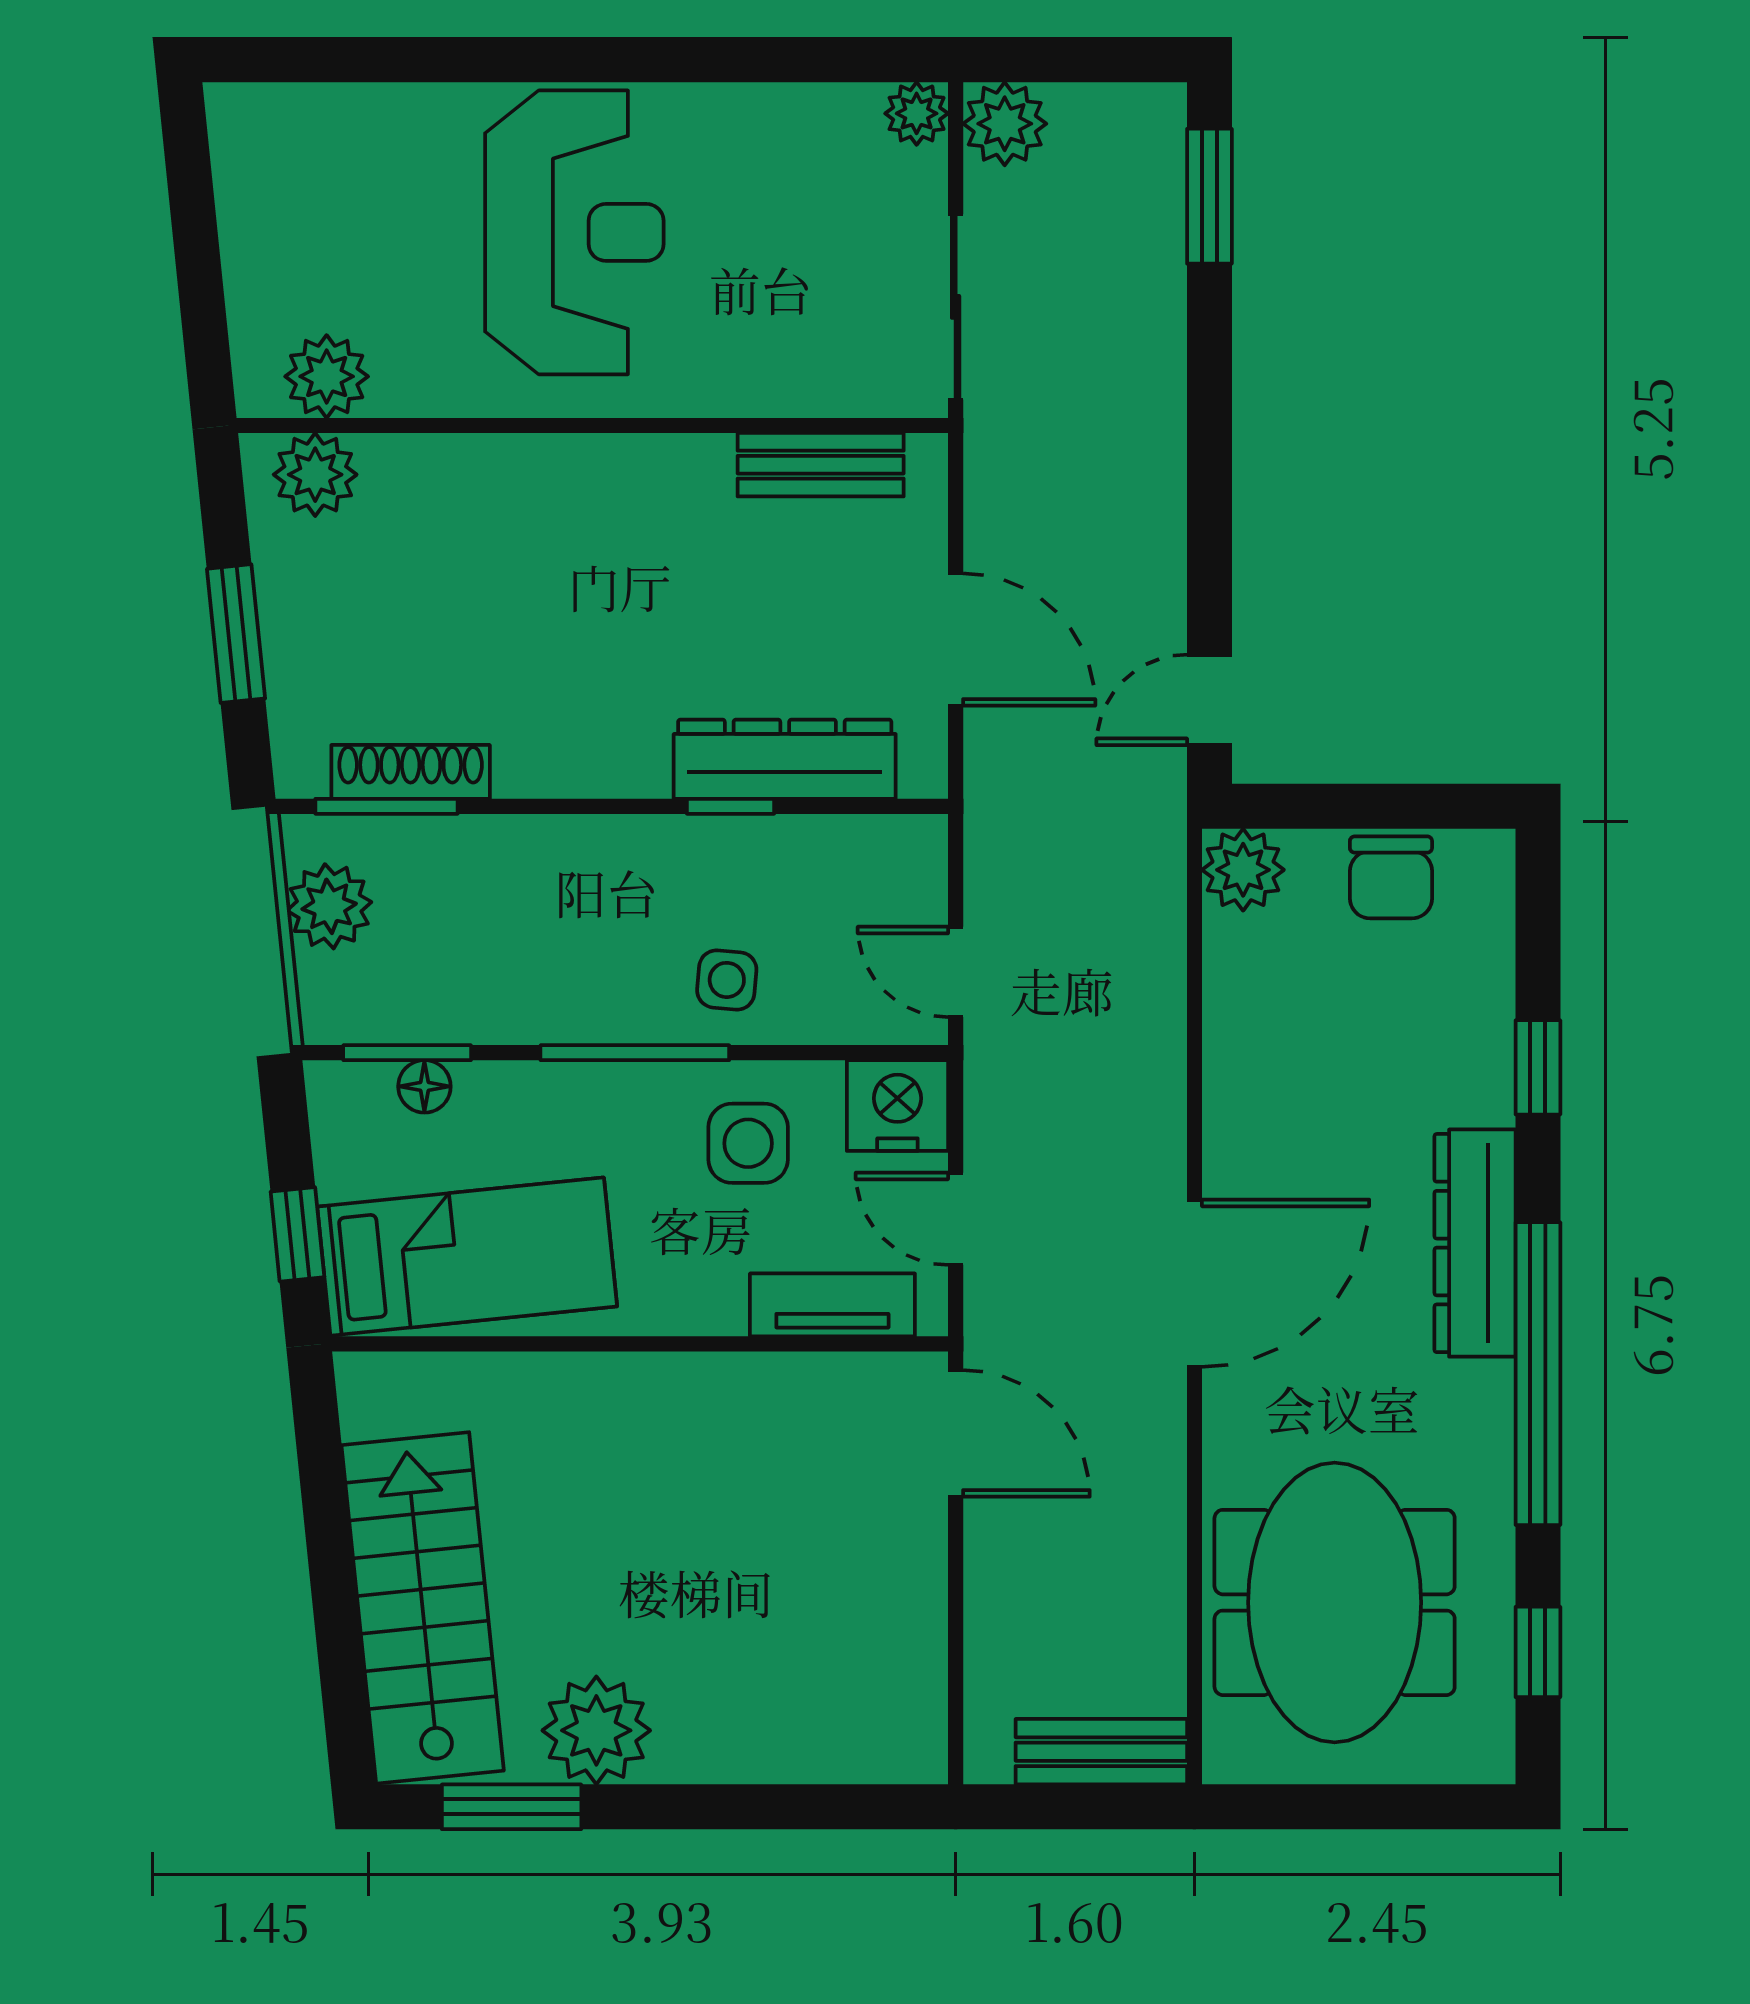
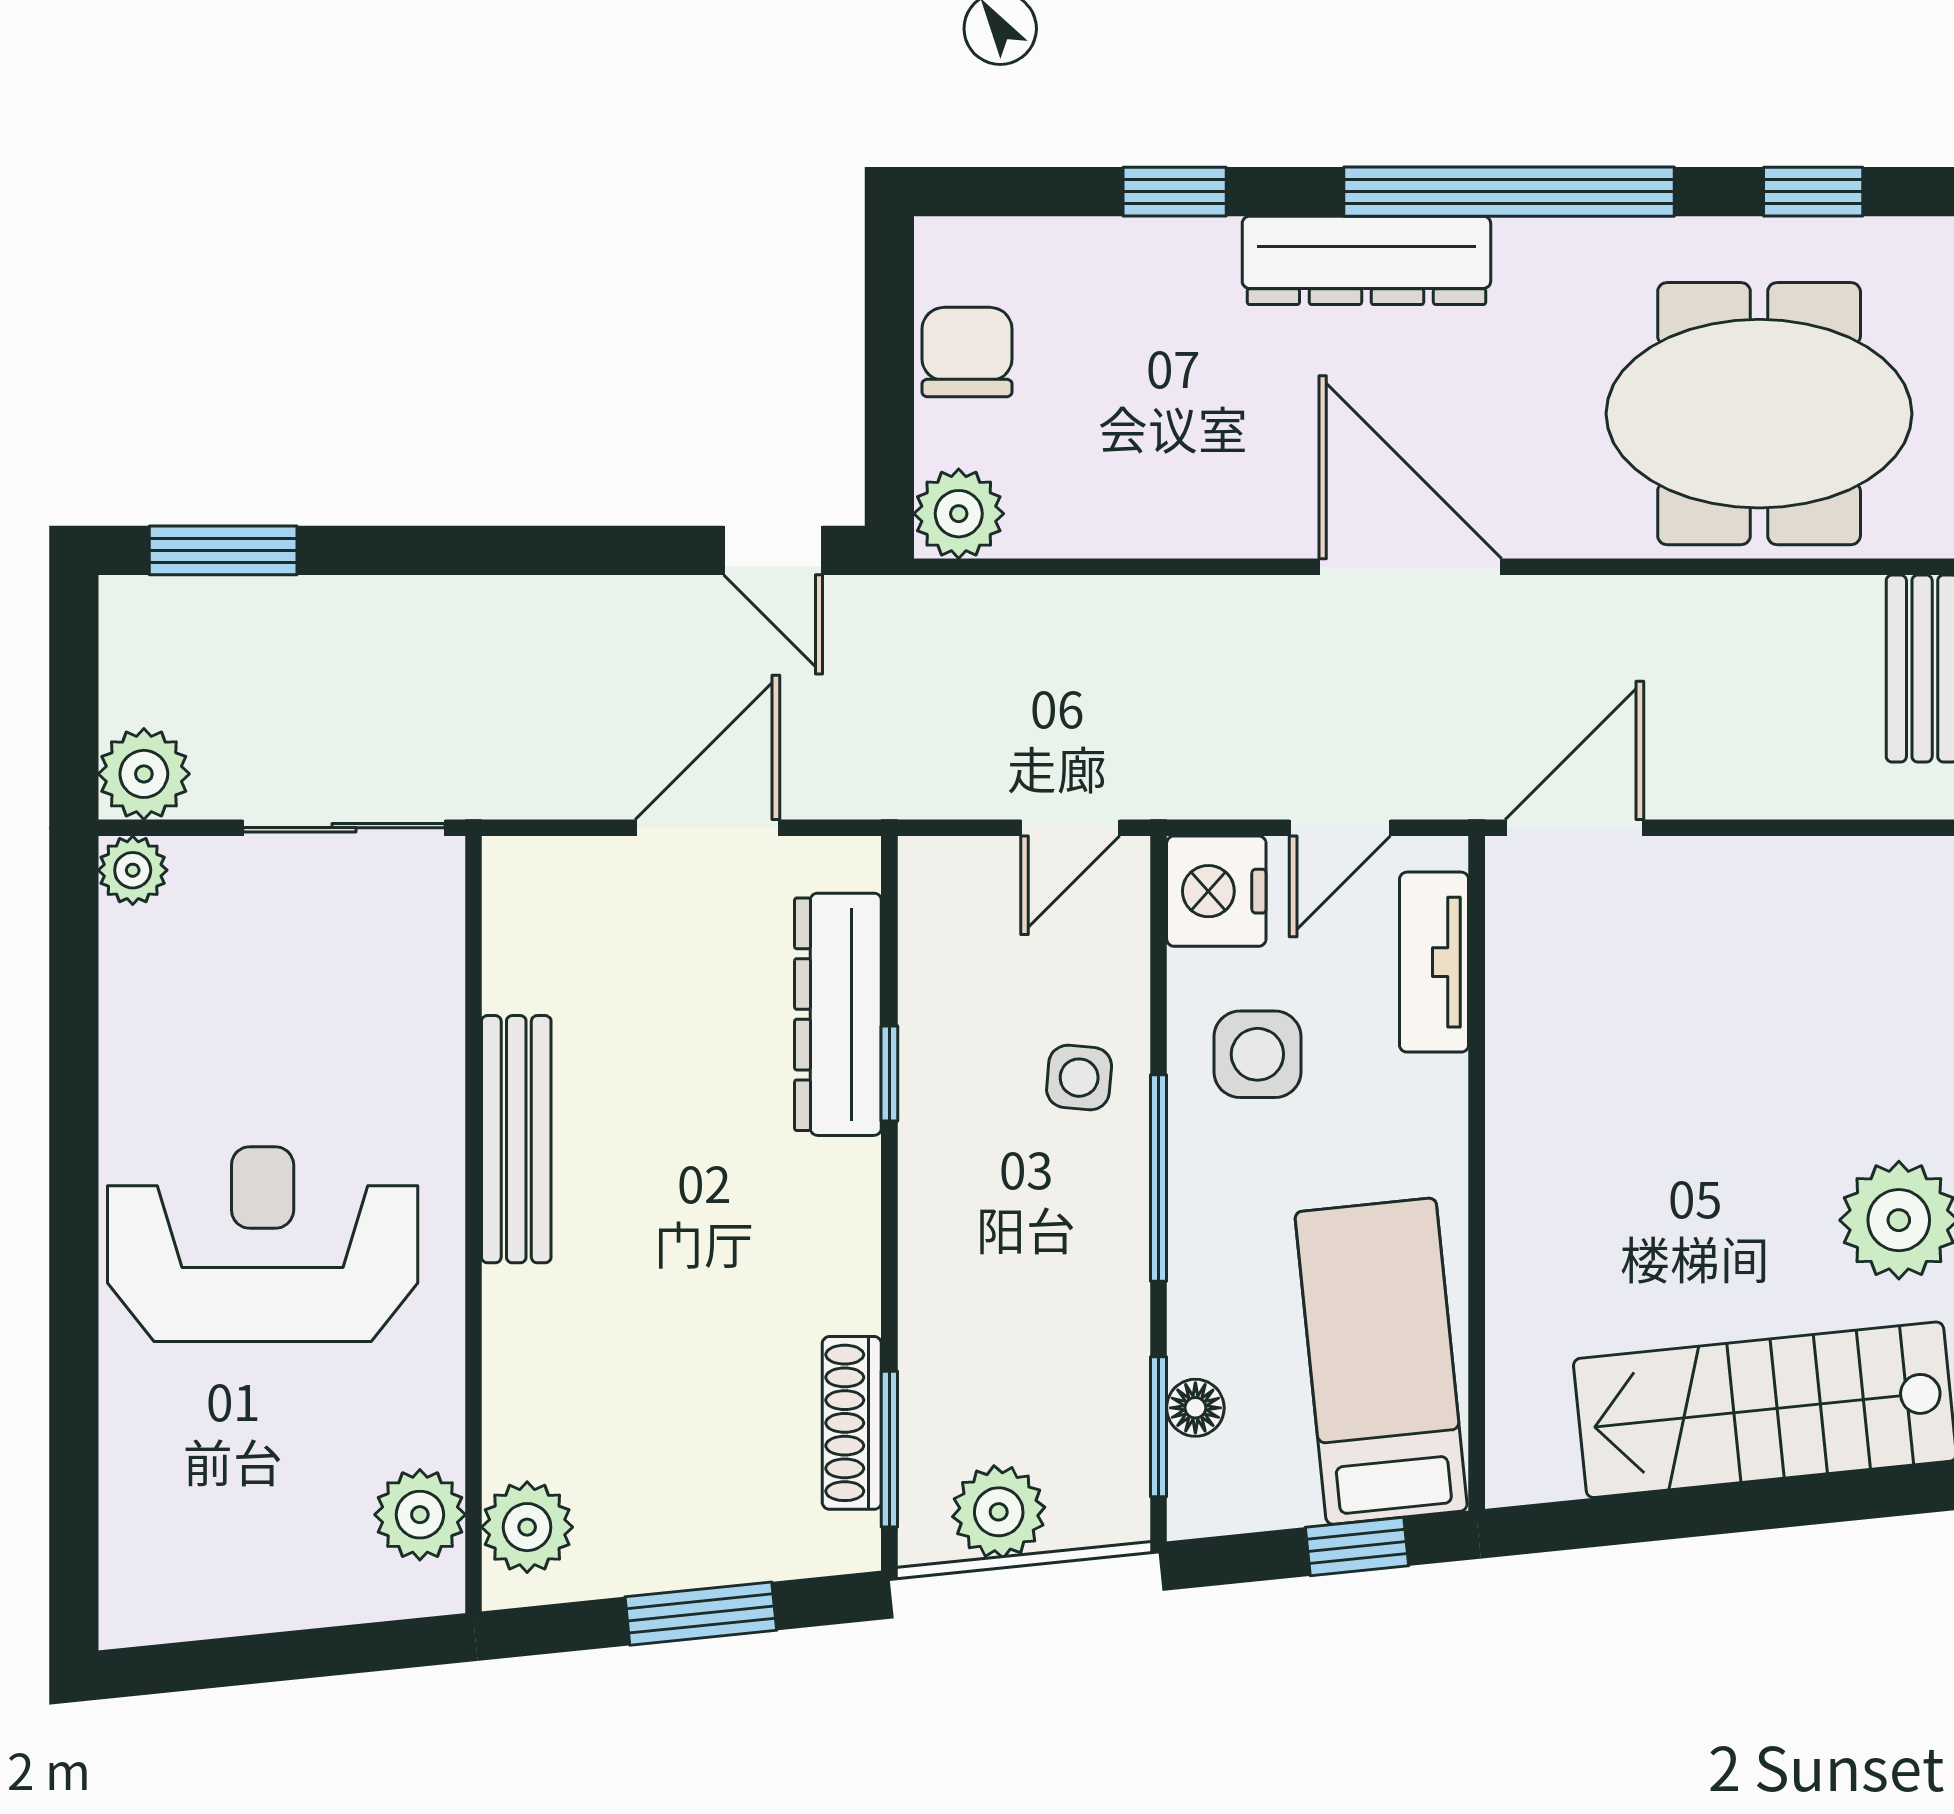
bench: (821, 465) -> (516, 1139), moved, width x1.36
chair: (1391, 877) -> (967, 352), turned -90

